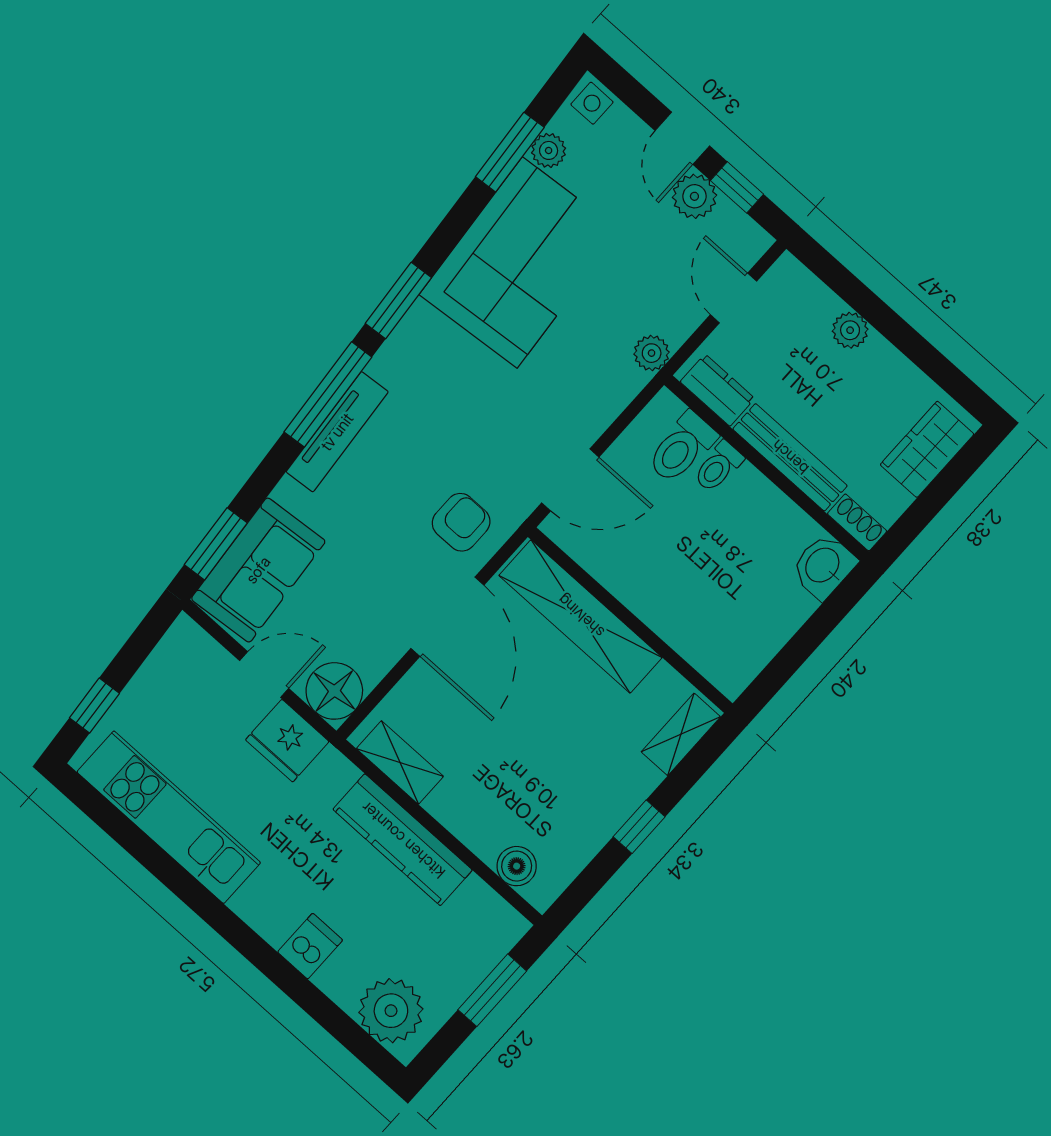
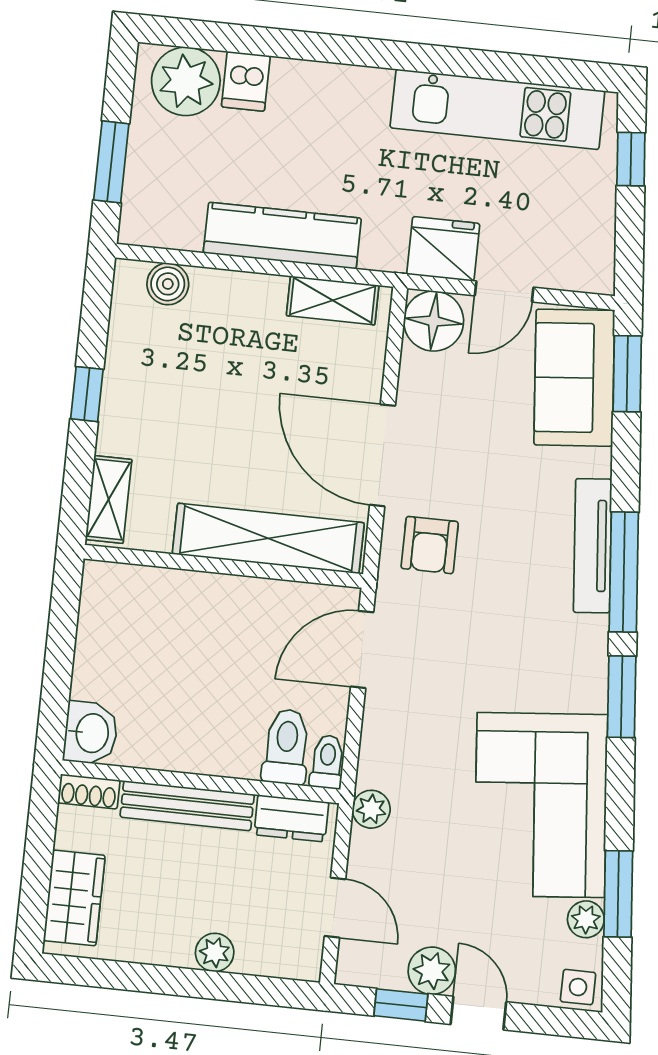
toilet: (718, 467) -> (327, 762), moved
dishwasher: (310, 946) -> (246, 81), moved

